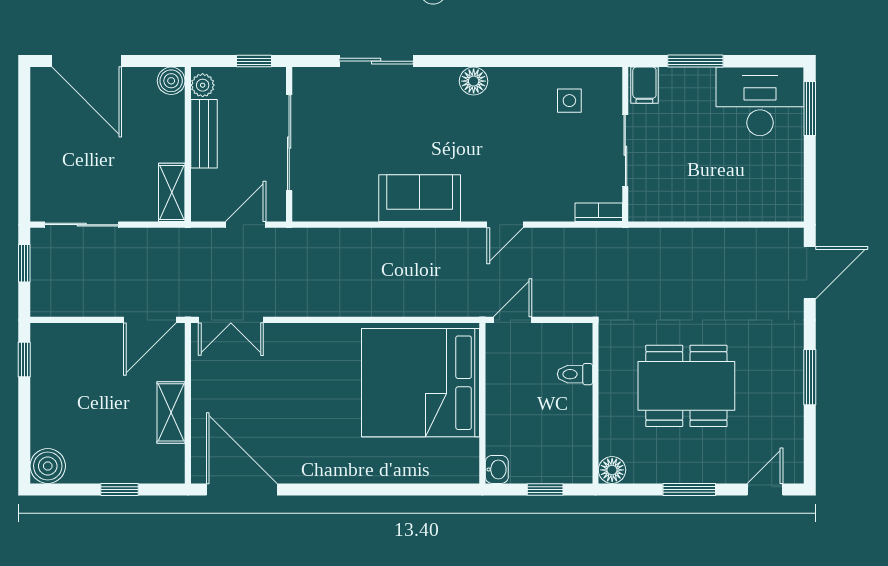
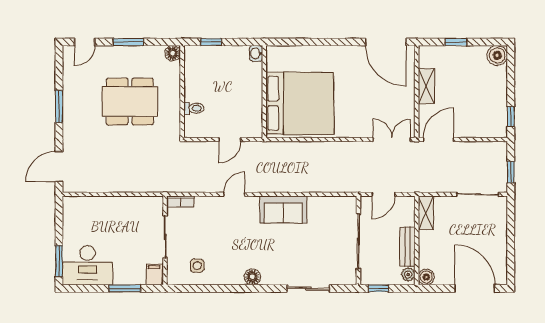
bed: (421, 383) -> (300, 103), moved
wall: (482, 403) -> (264, 92), moved
washbasin: (497, 469) -> (256, 53), moved

